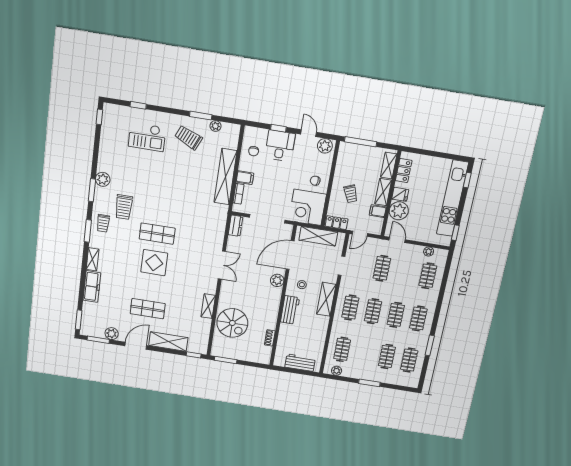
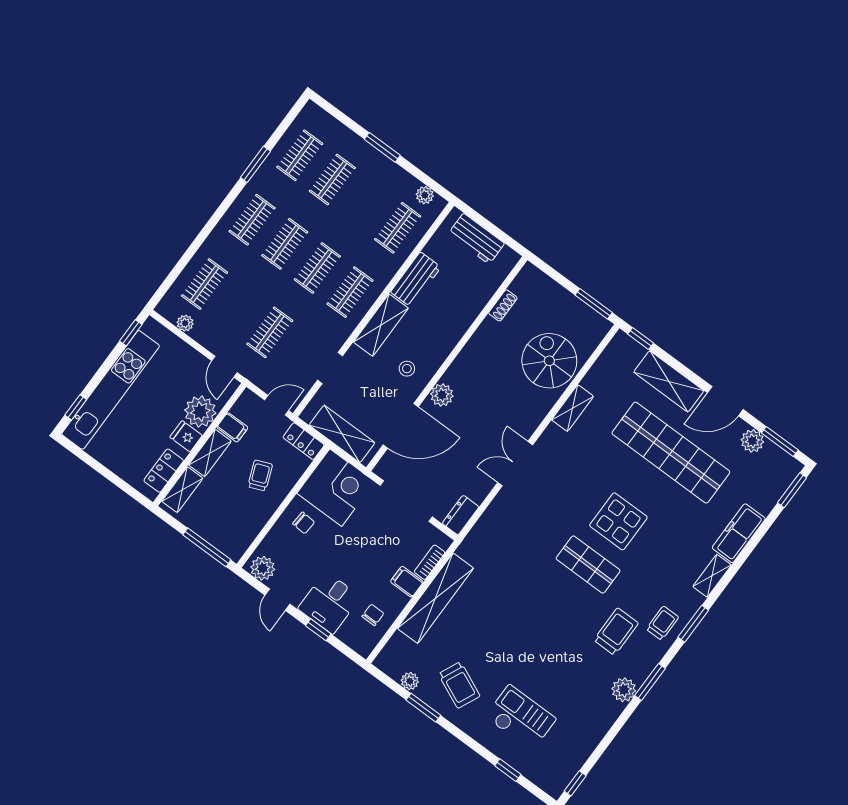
shop shelf: (148, 309) -> (671, 453), width x2.00, depth x1.36
workbench: (290, 310) -> (416, 280), moved, turned 180

